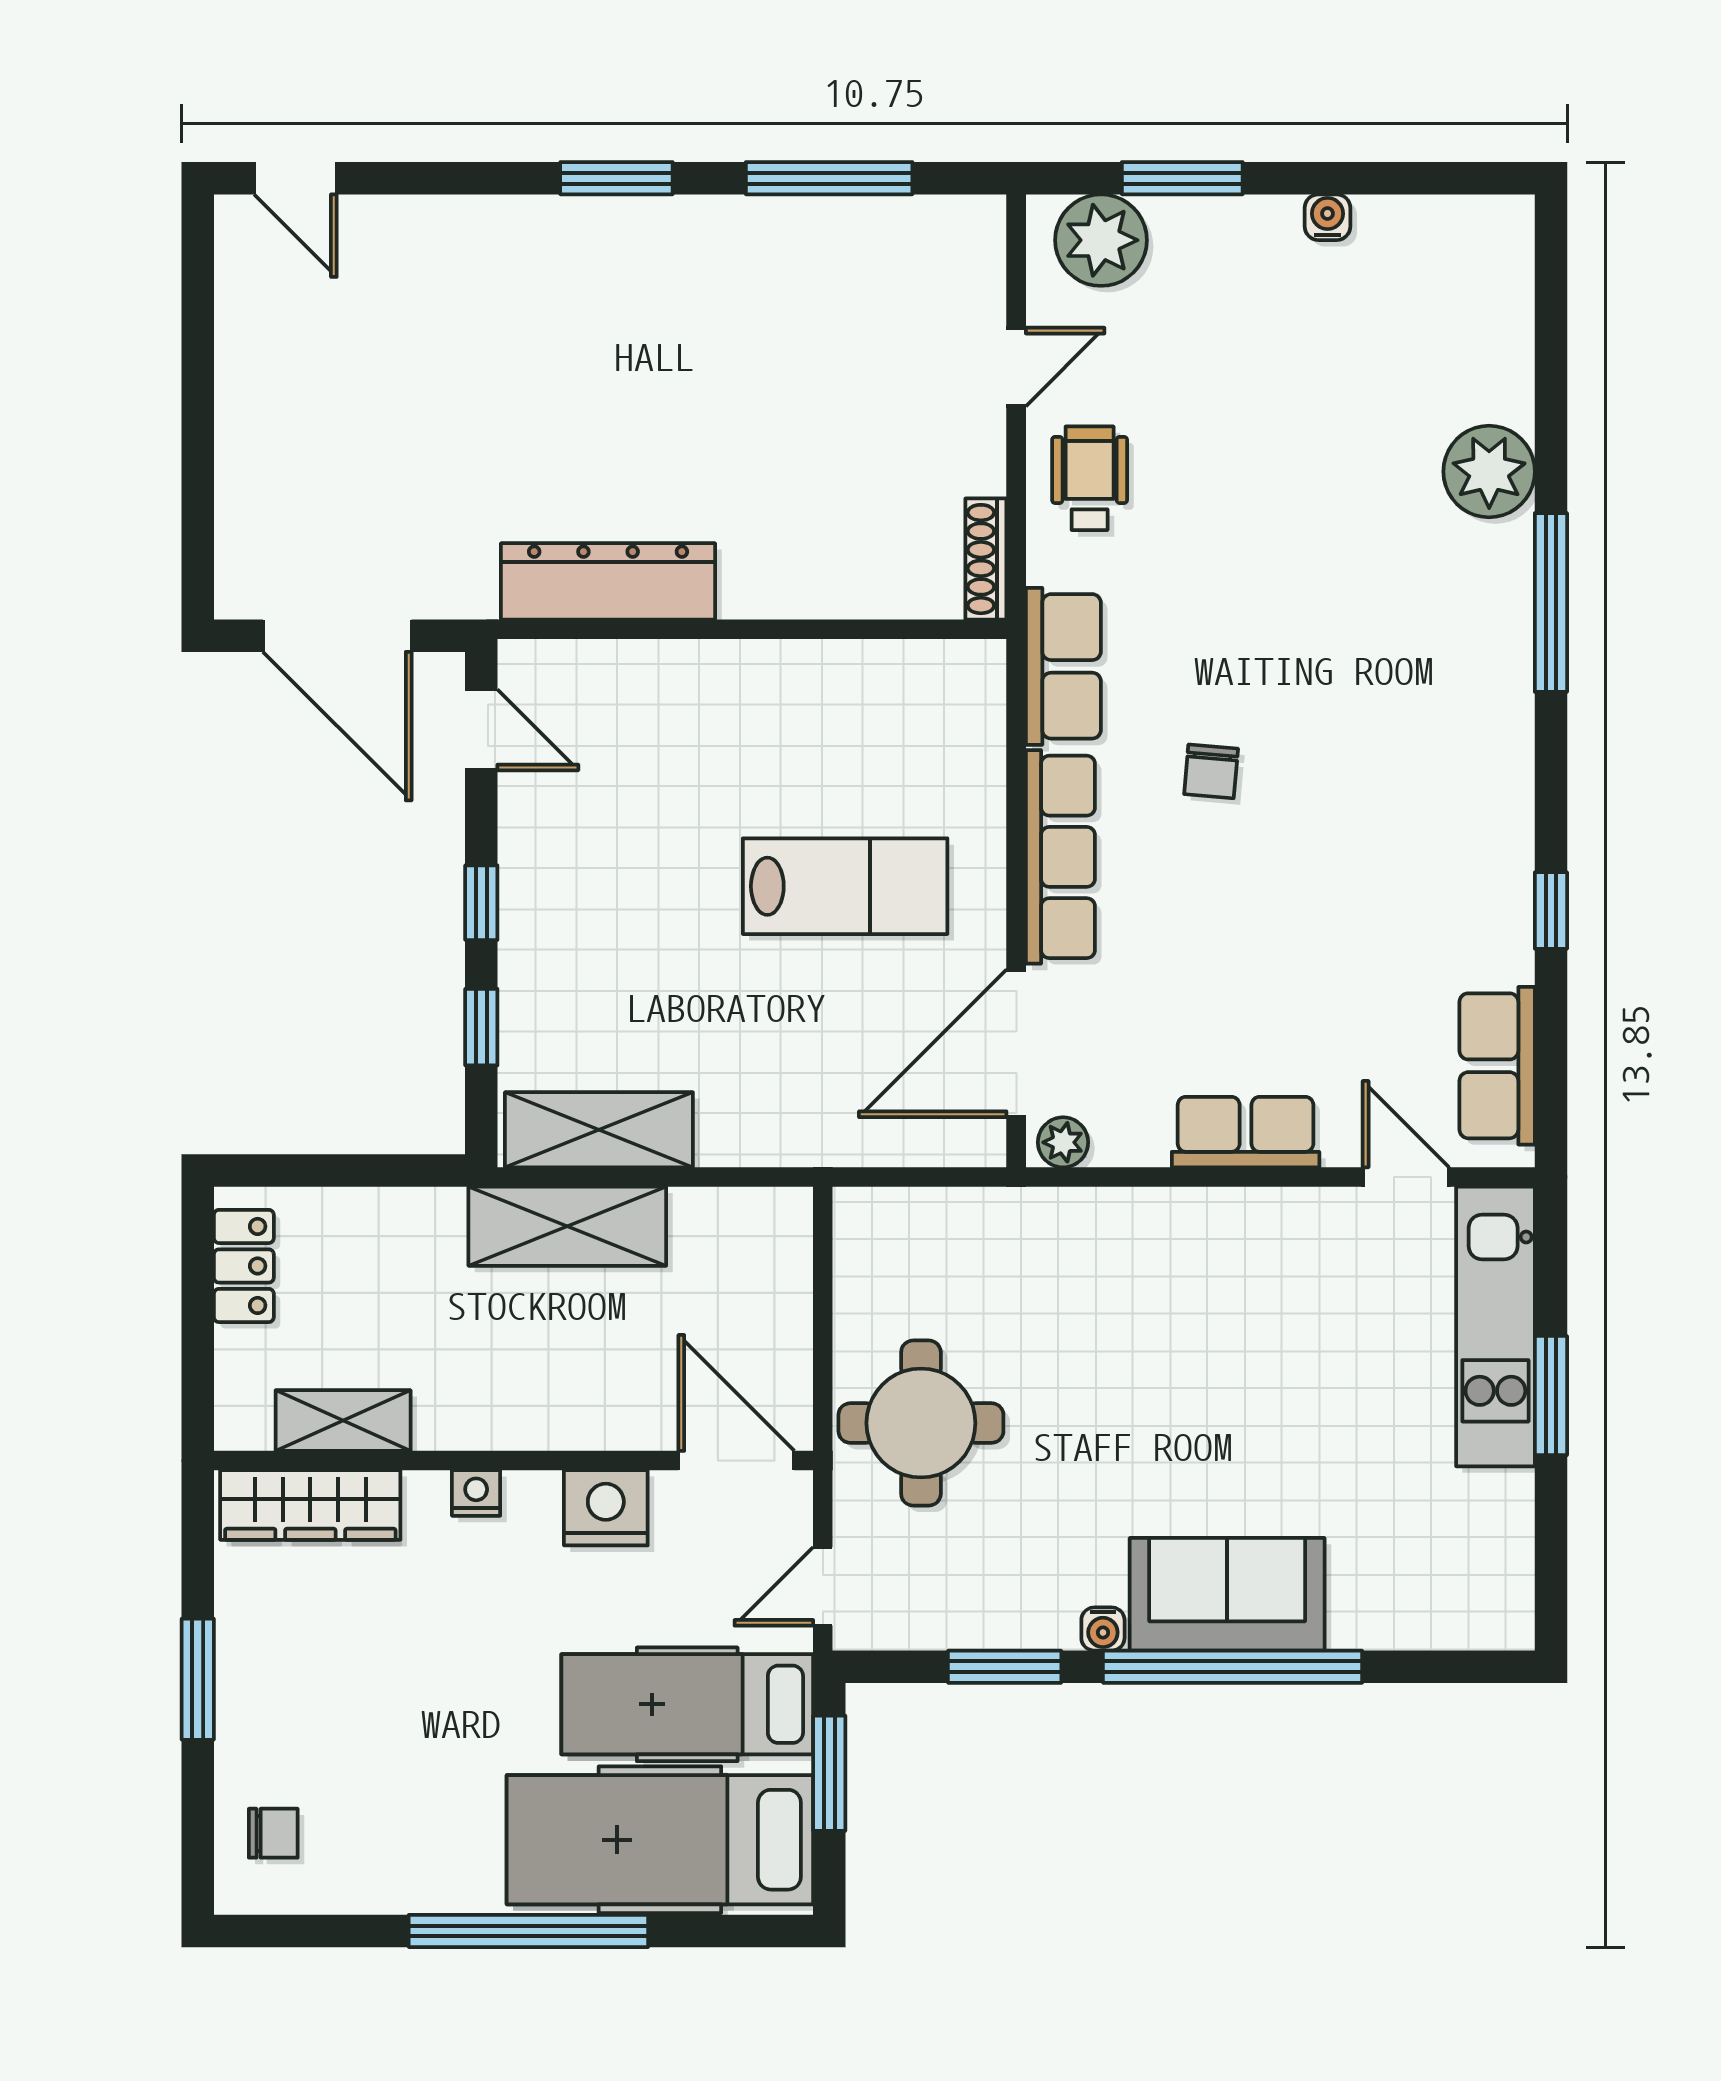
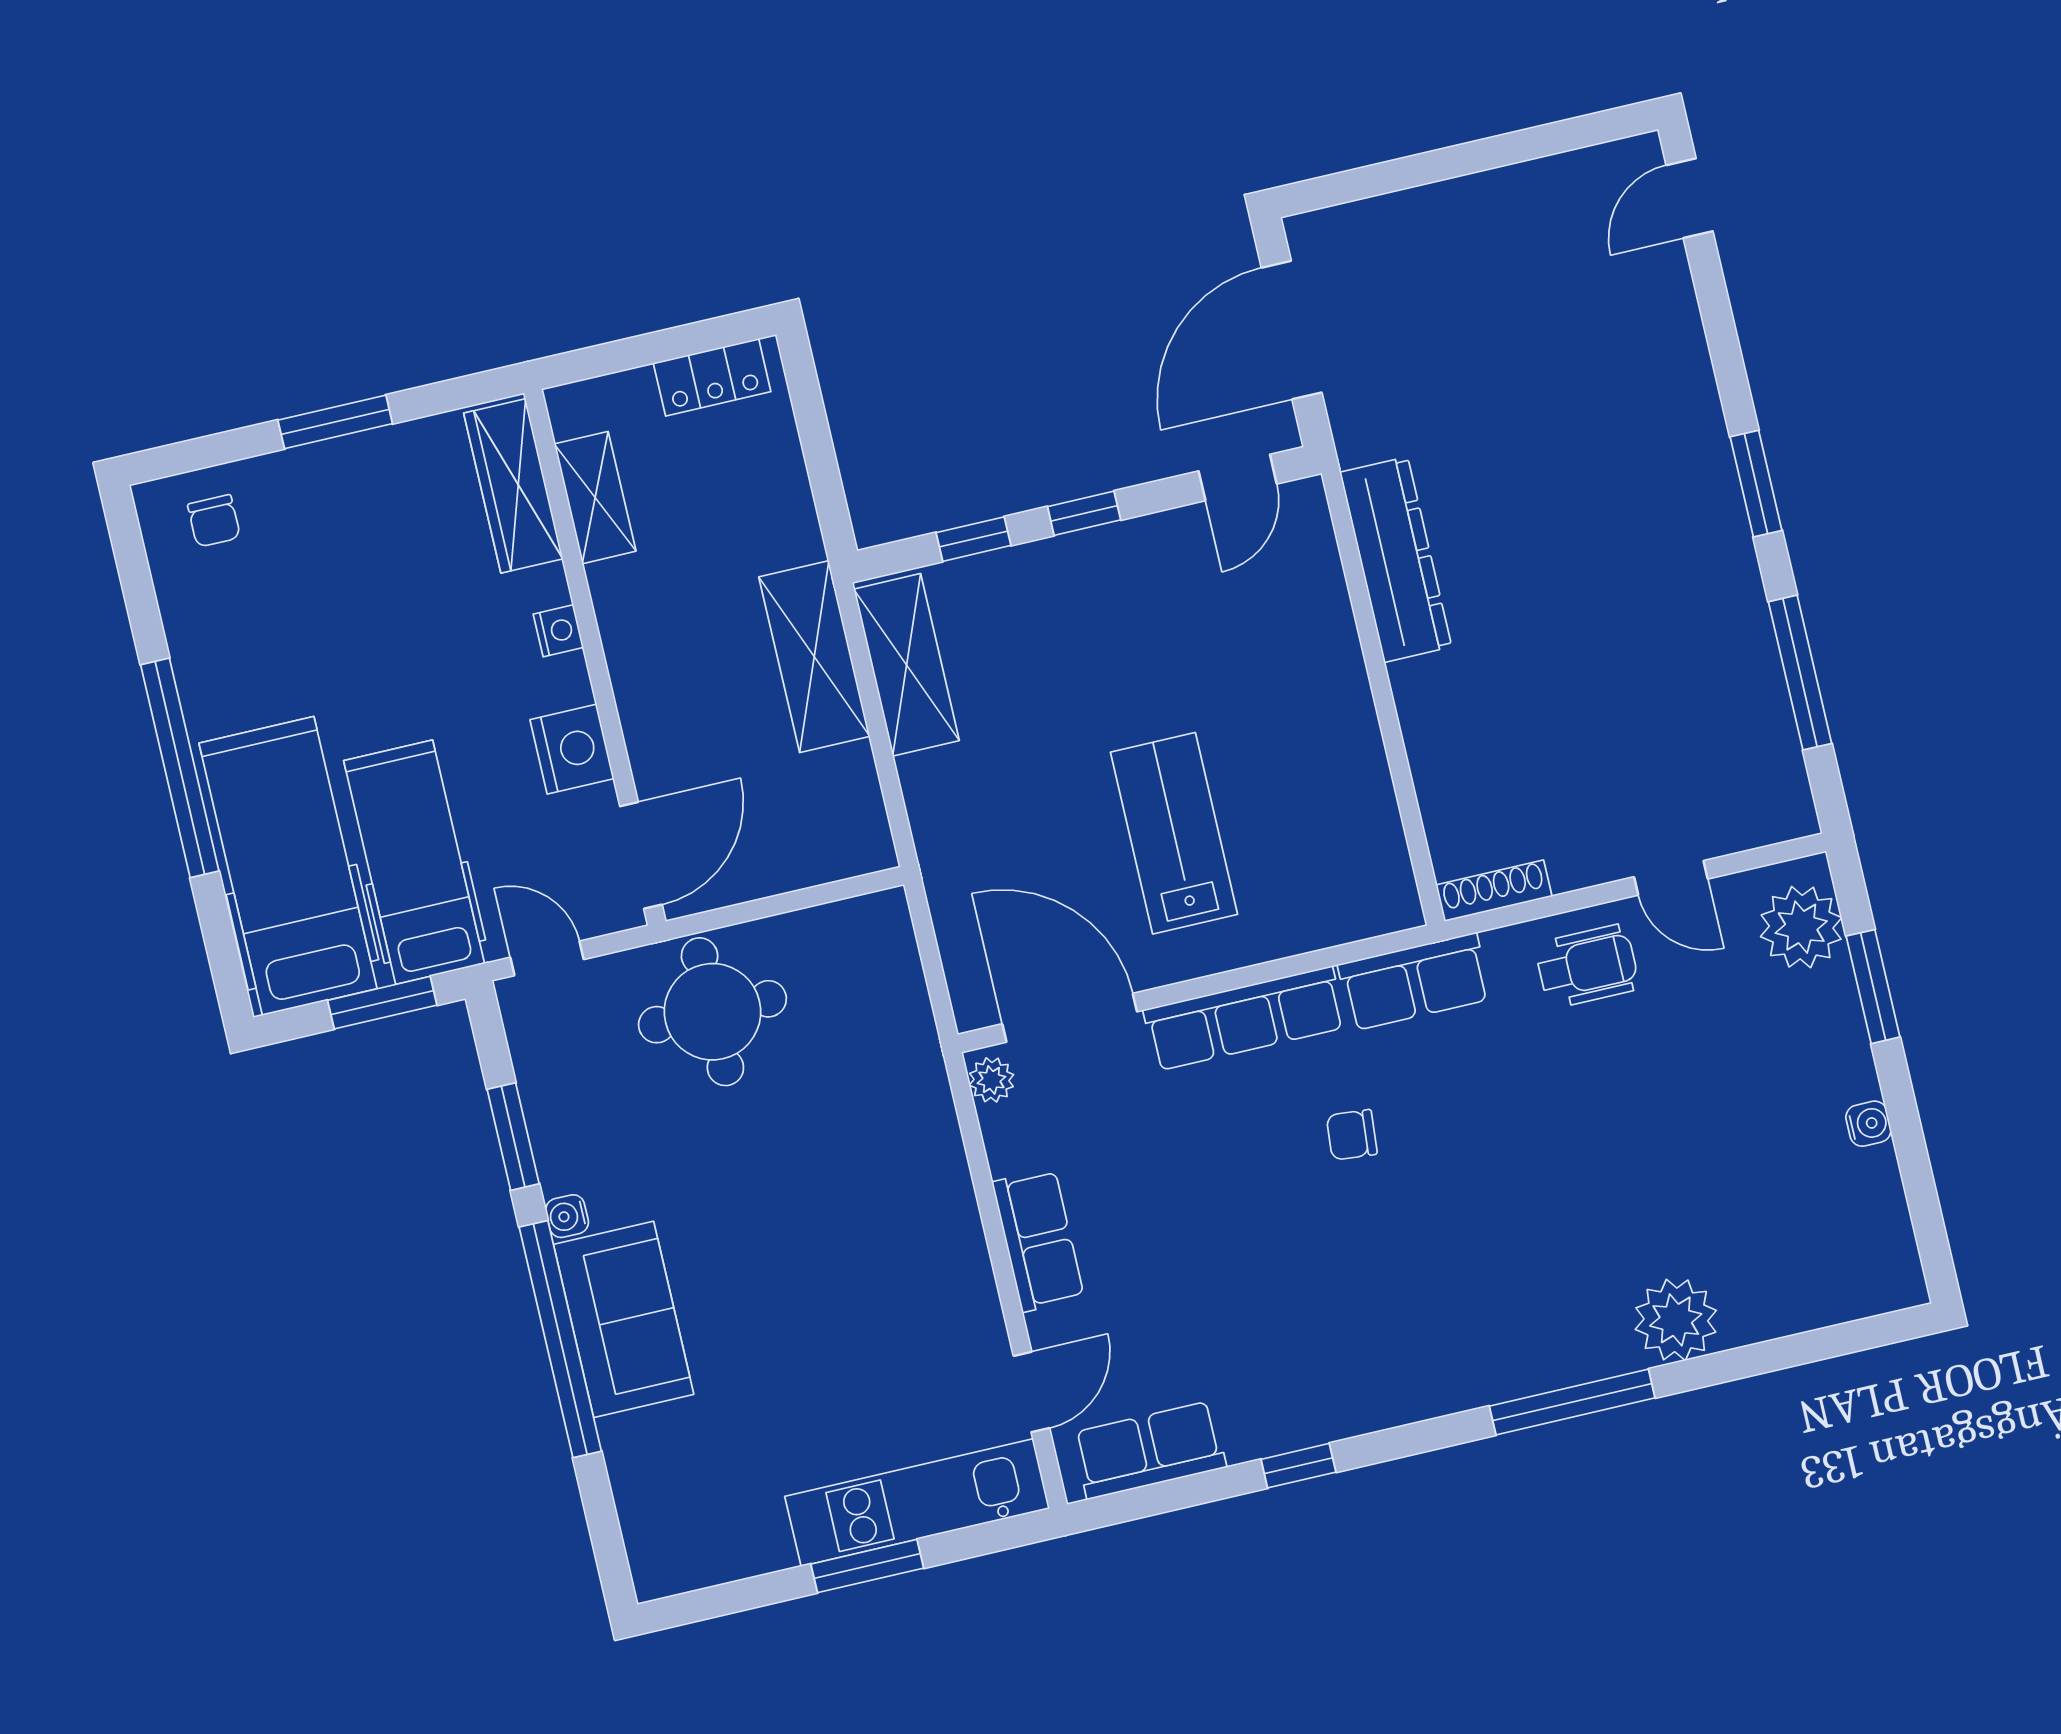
lab bench: (845, 886) -> (1174, 833), turned 180

